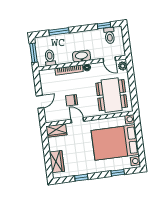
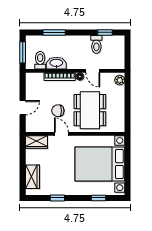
toilet: (110, 36) -> (96, 44), moved
washbasin: (82, 56) -> (56, 63), moved
door: (109, 59) -> (93, 71), moved
dining table: (112, 95) -> (90, 110), moved

